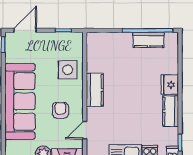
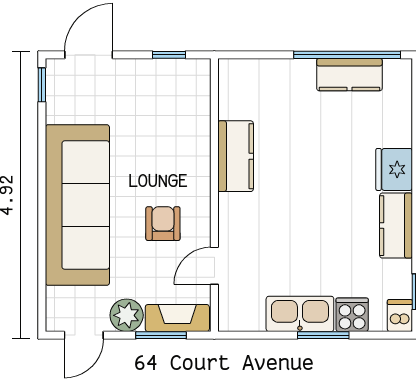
side table: (68, 70) -> (178, 138), removed
kitchen counter: (95, 90) -> (236, 156), moved

